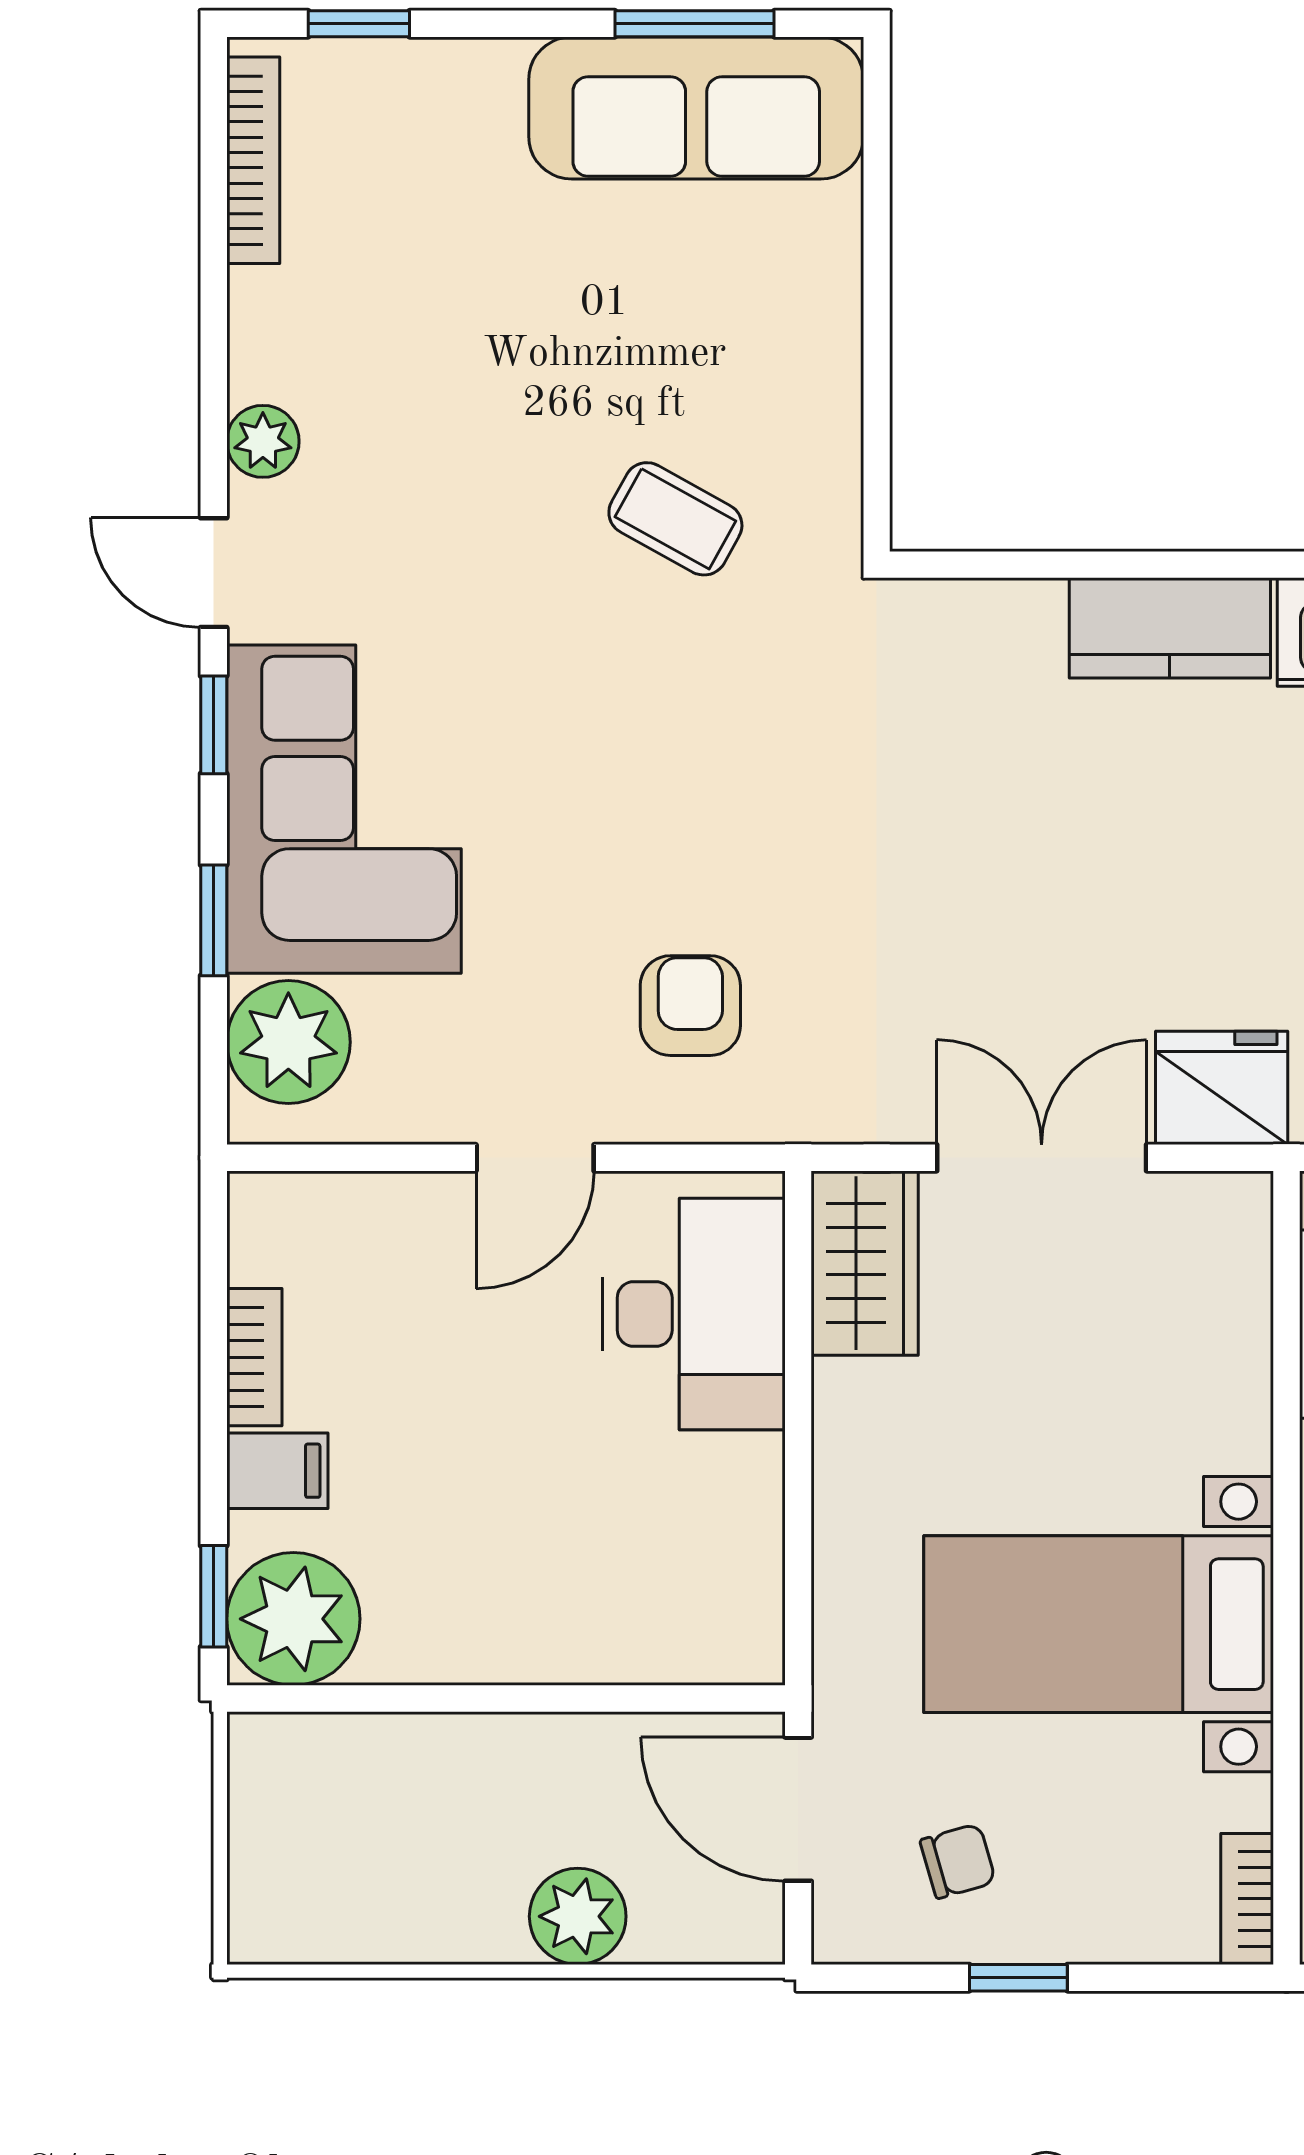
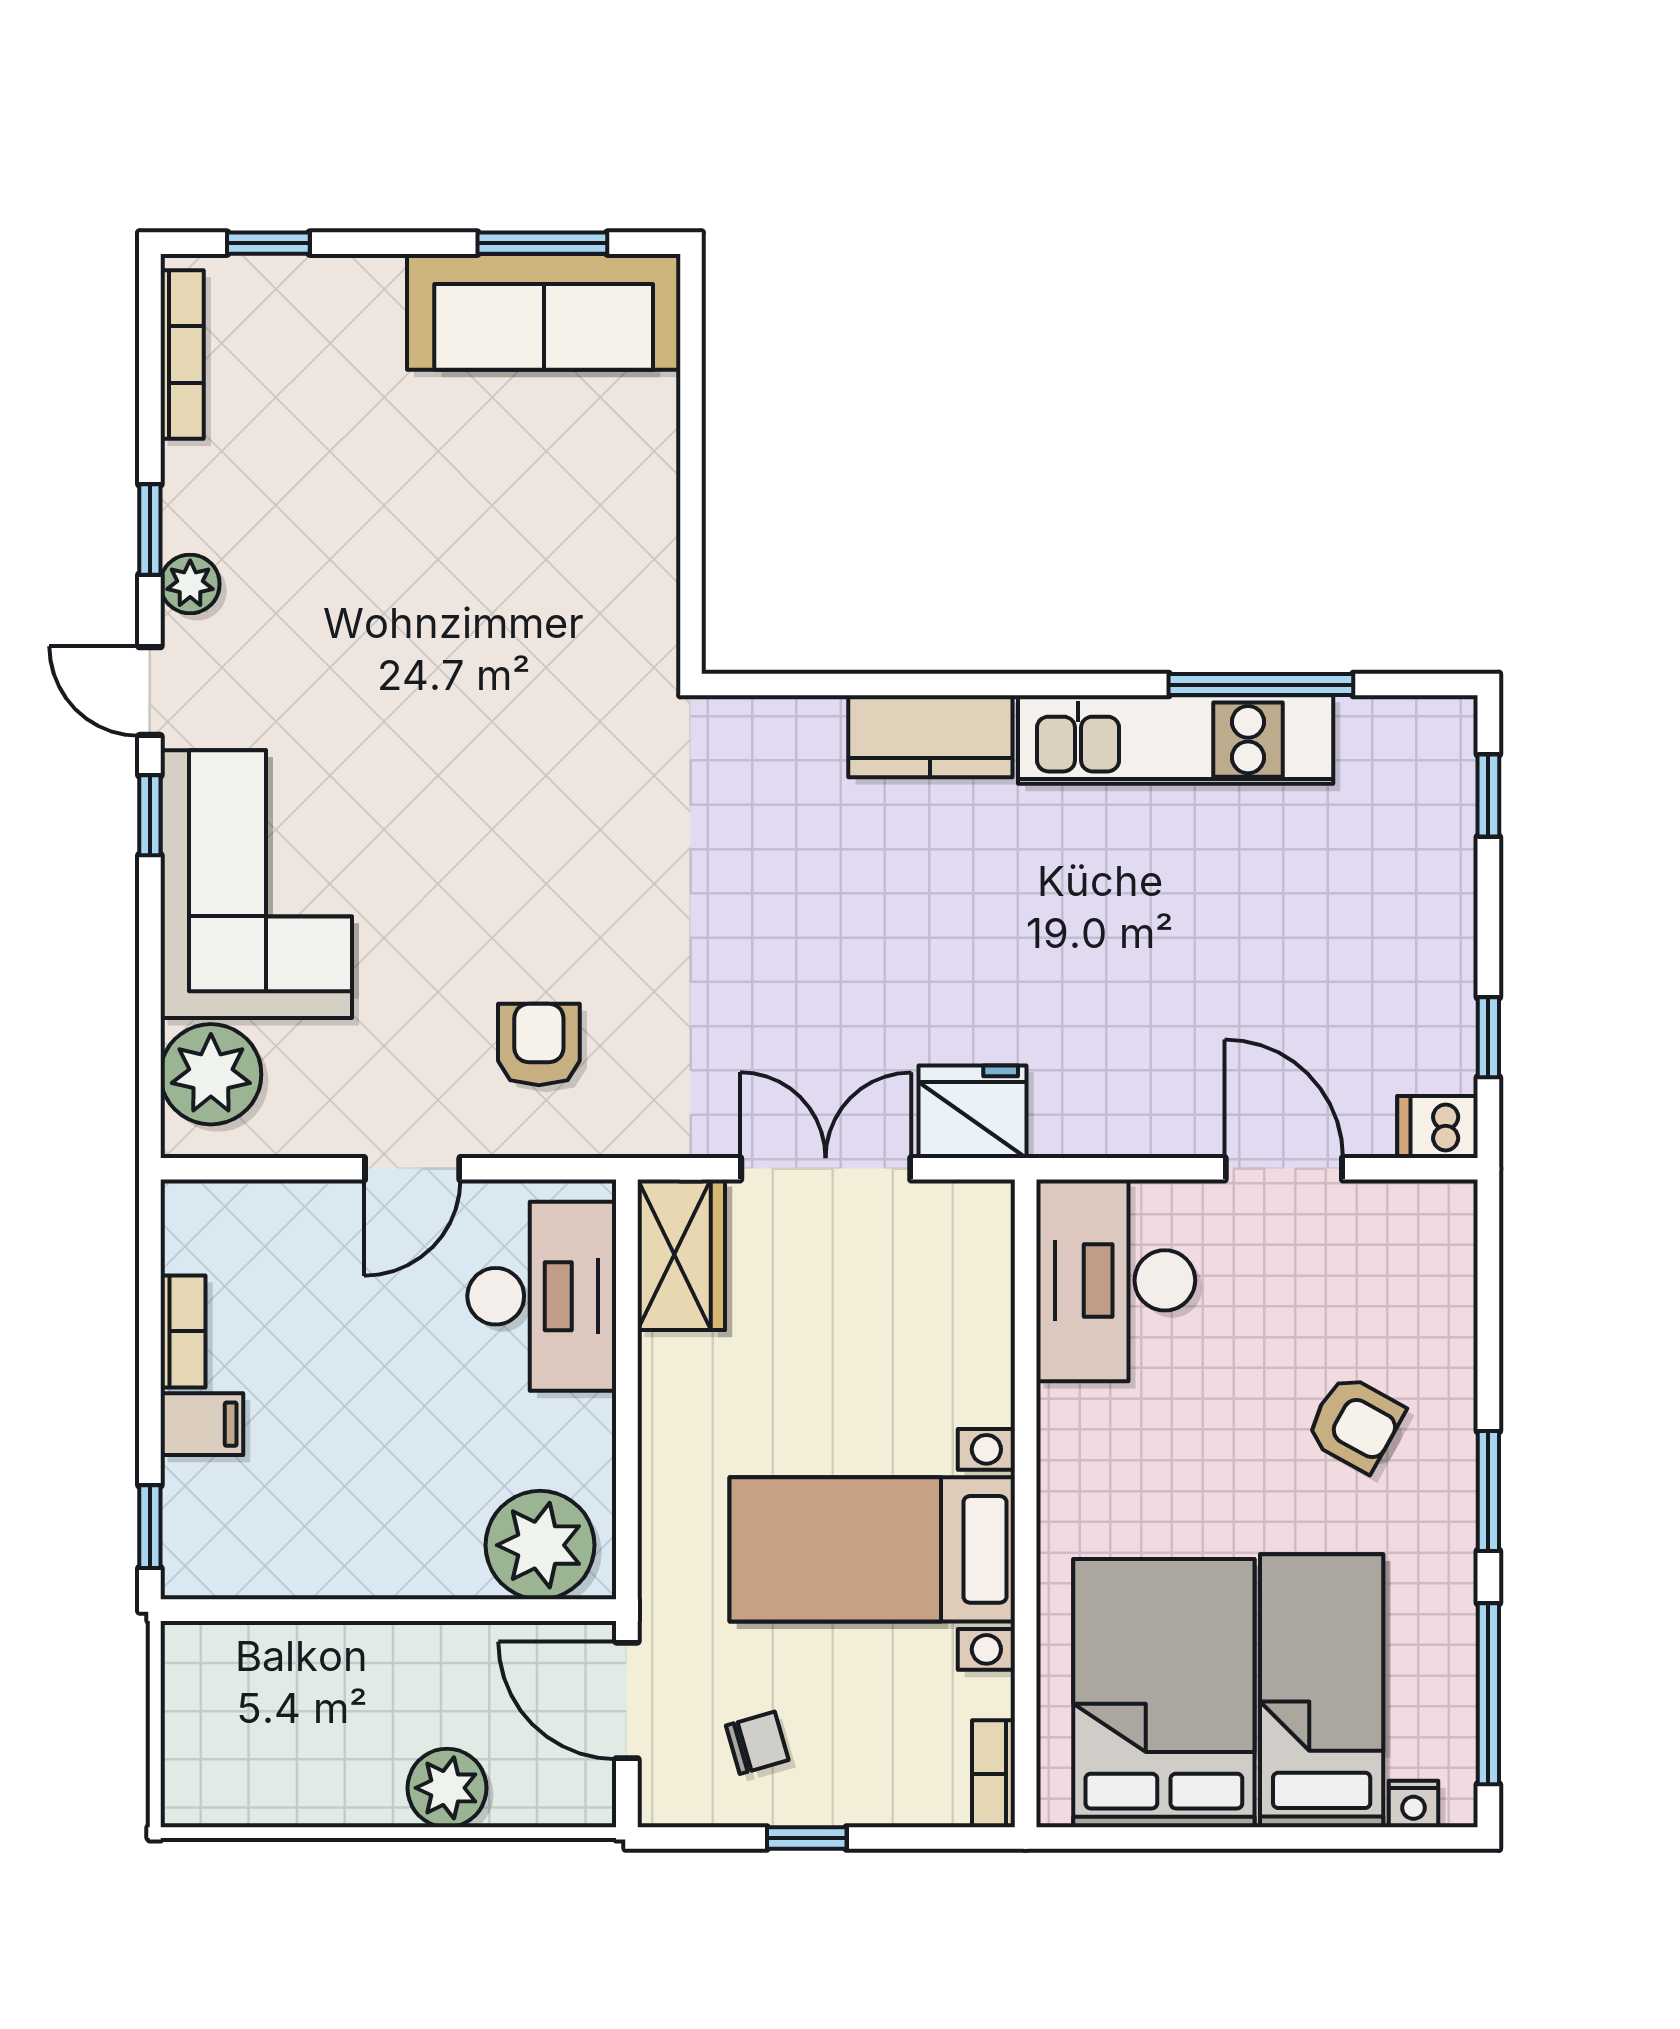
coffee table: (675, 519) -> (527, 647), removed
window: (214, 920) -> (150, 530), moved
plant: (293, 1619) -> (540, 1545), moved

